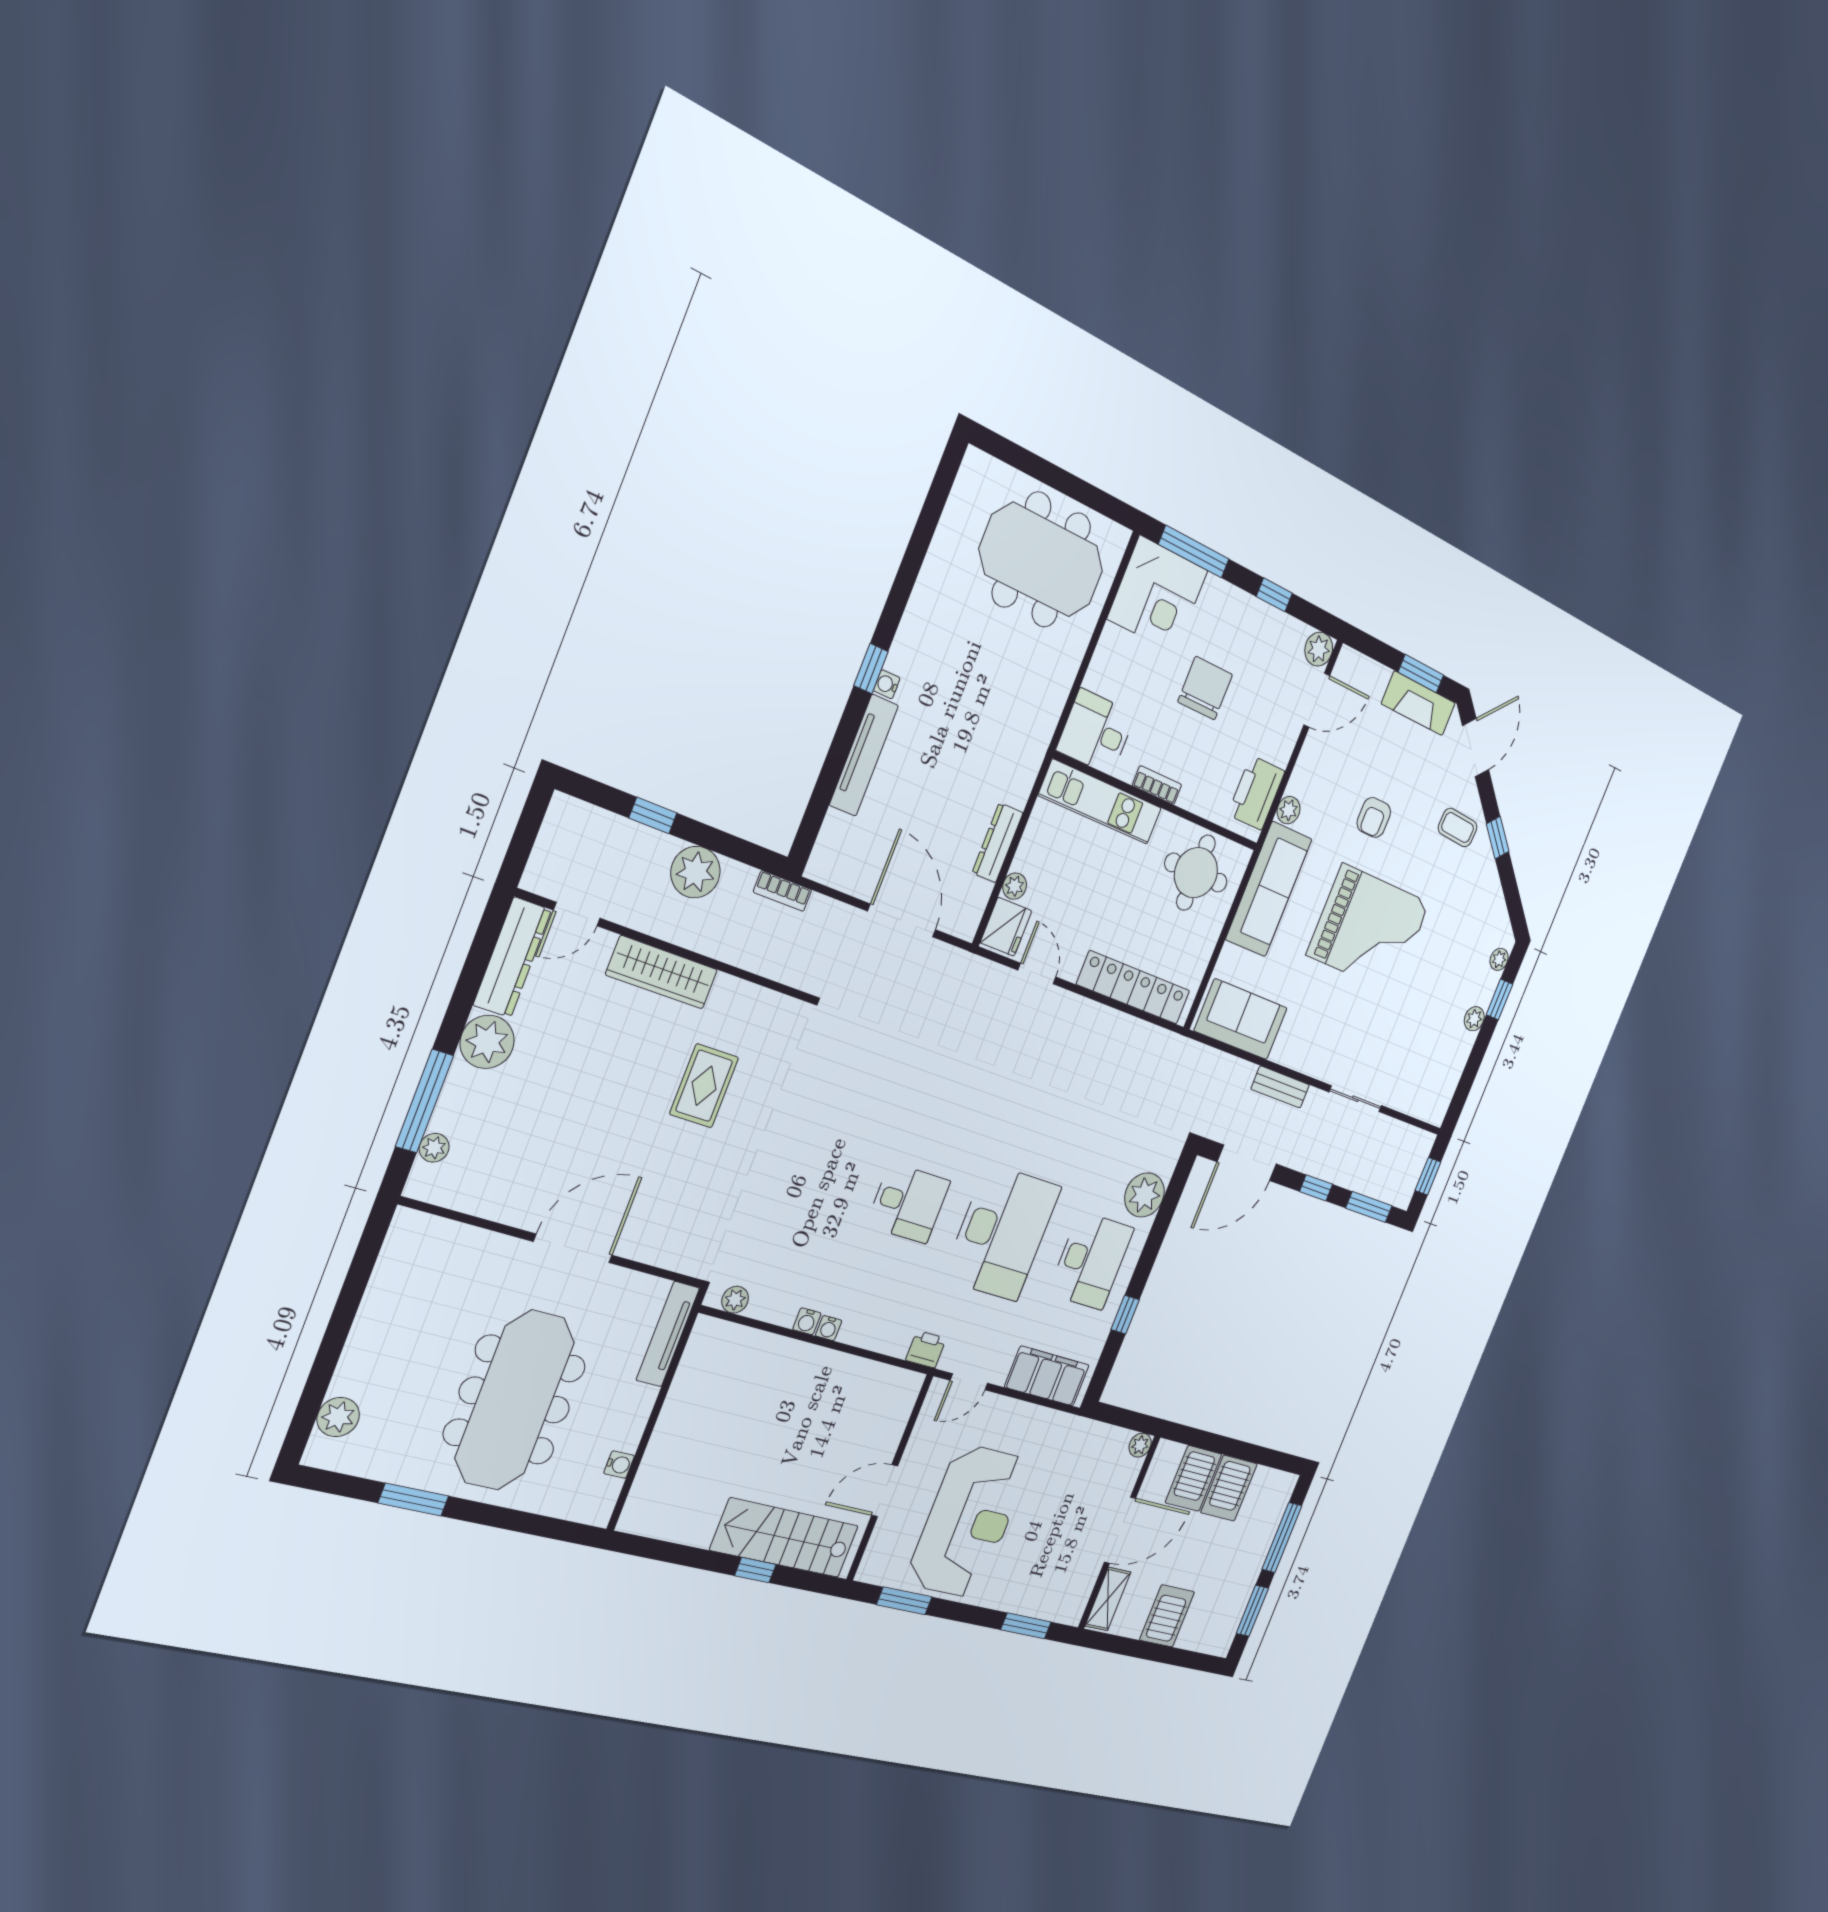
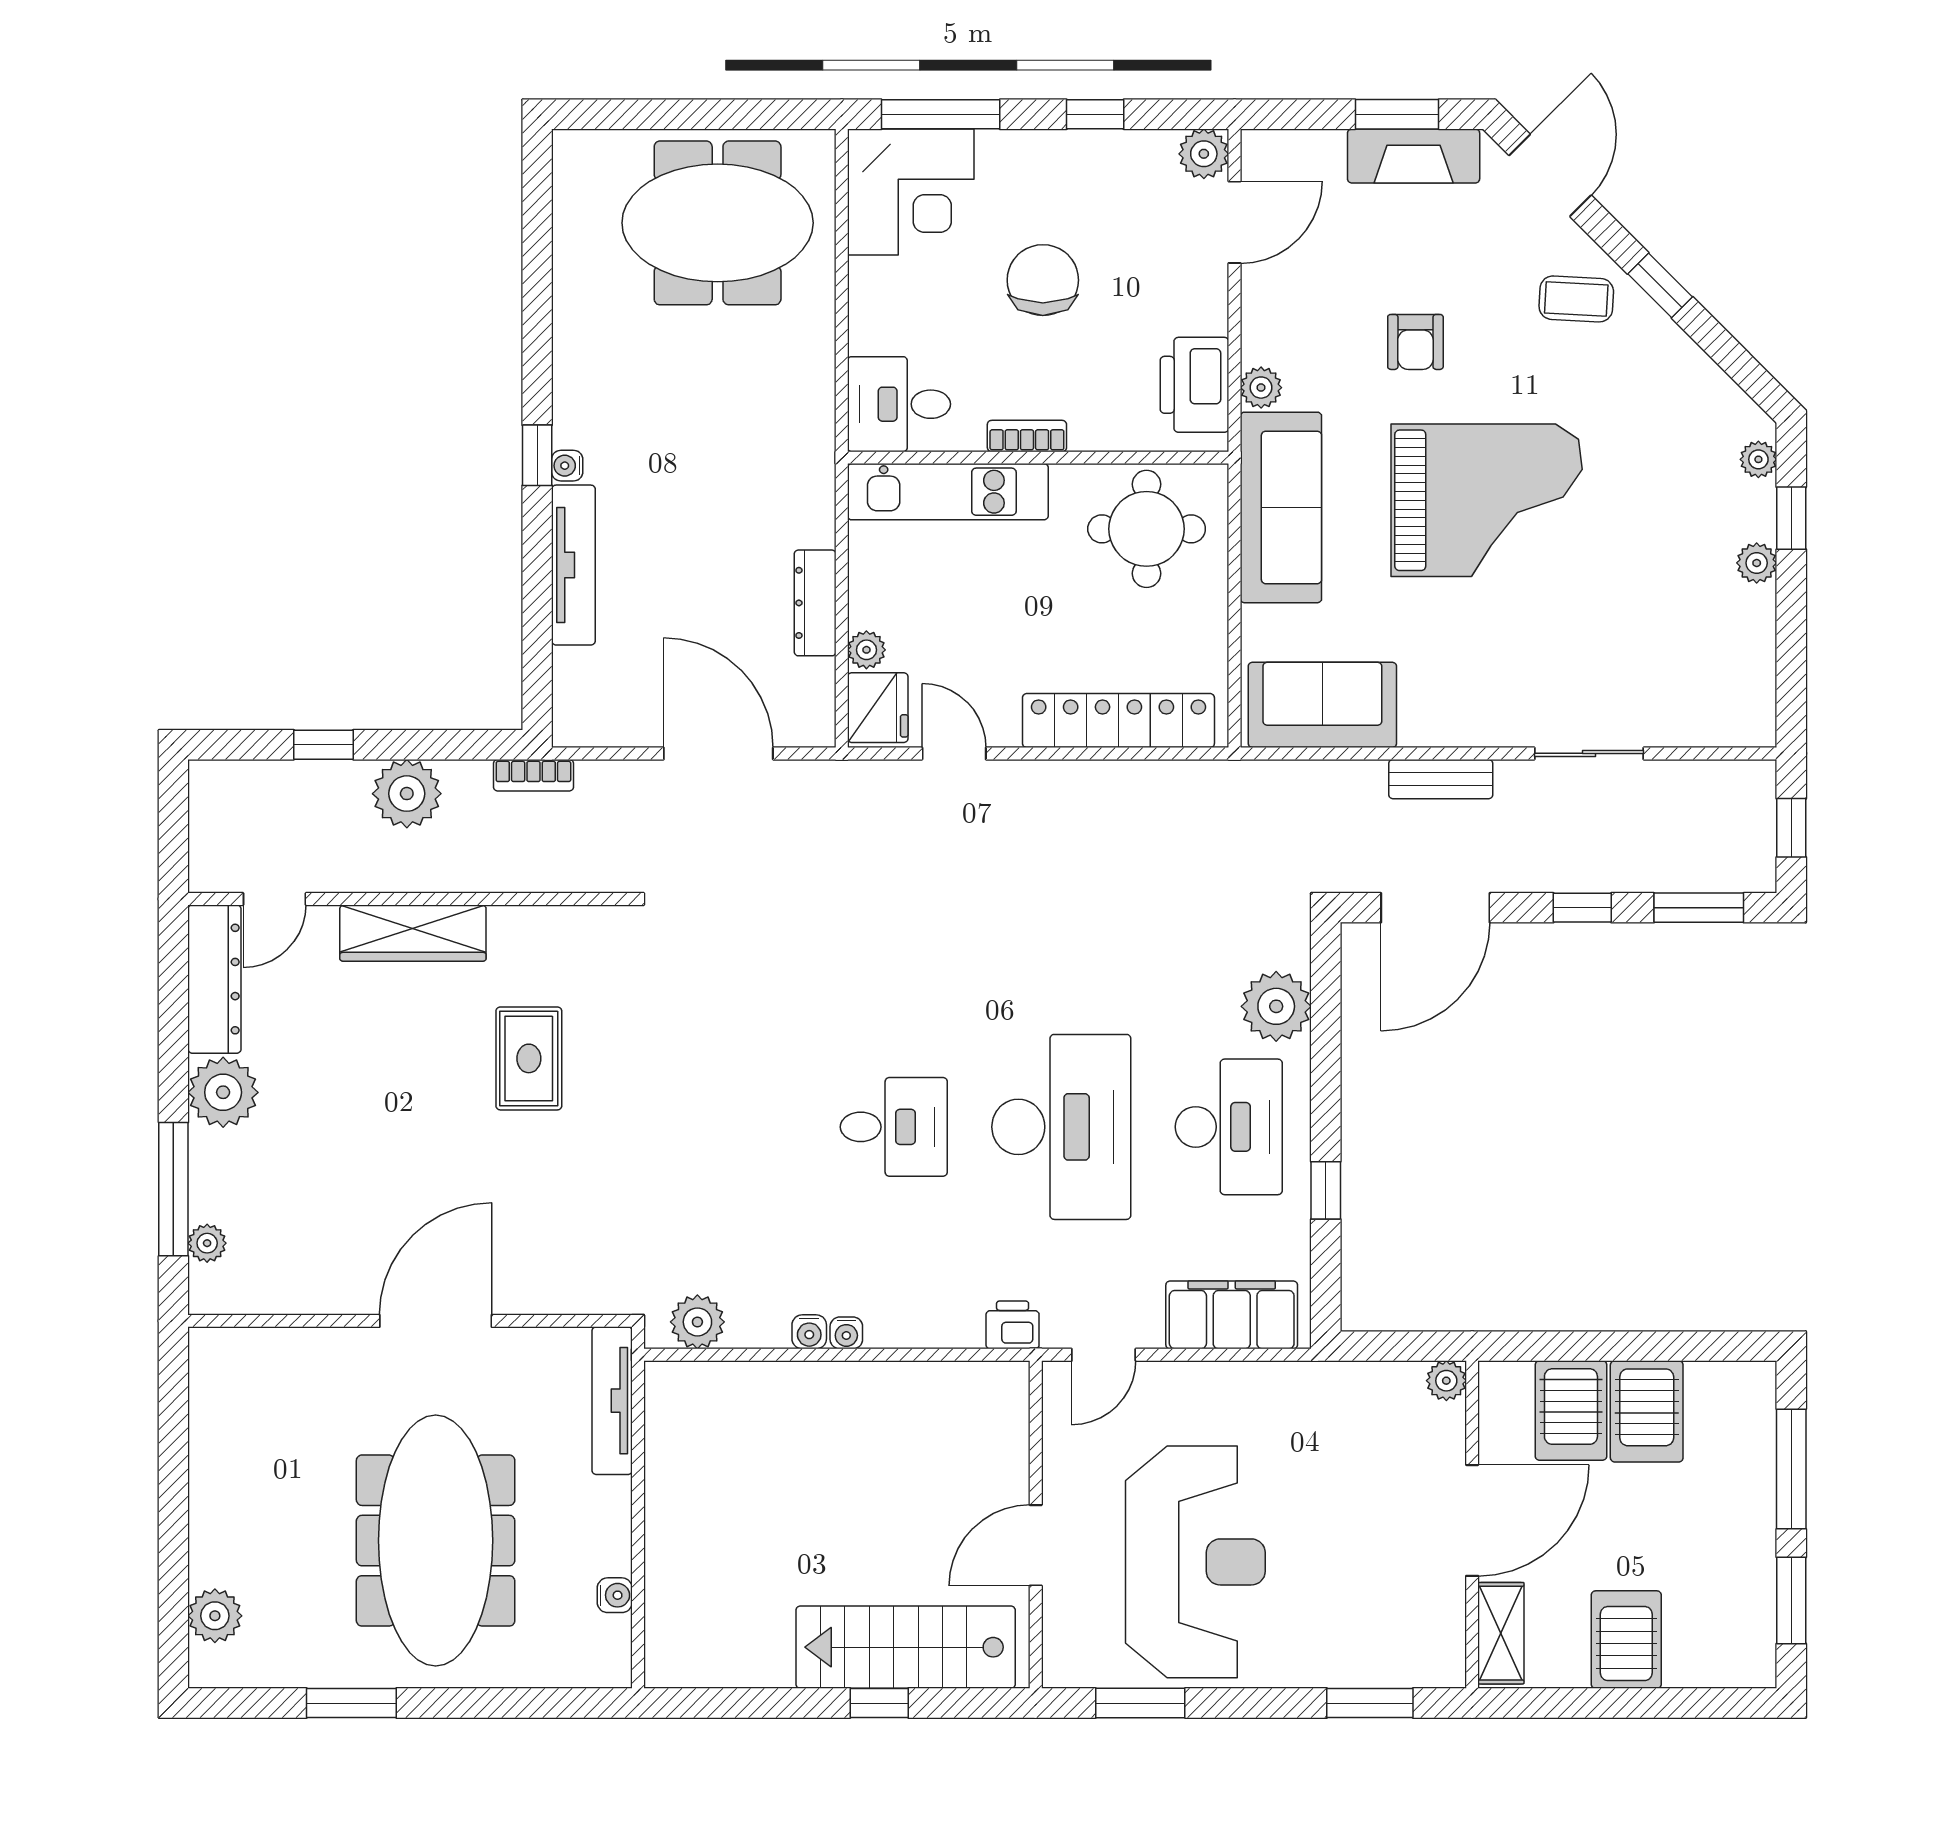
plant: (735, 1300) -> (697, 1322), width x1.38, depth x1.38

